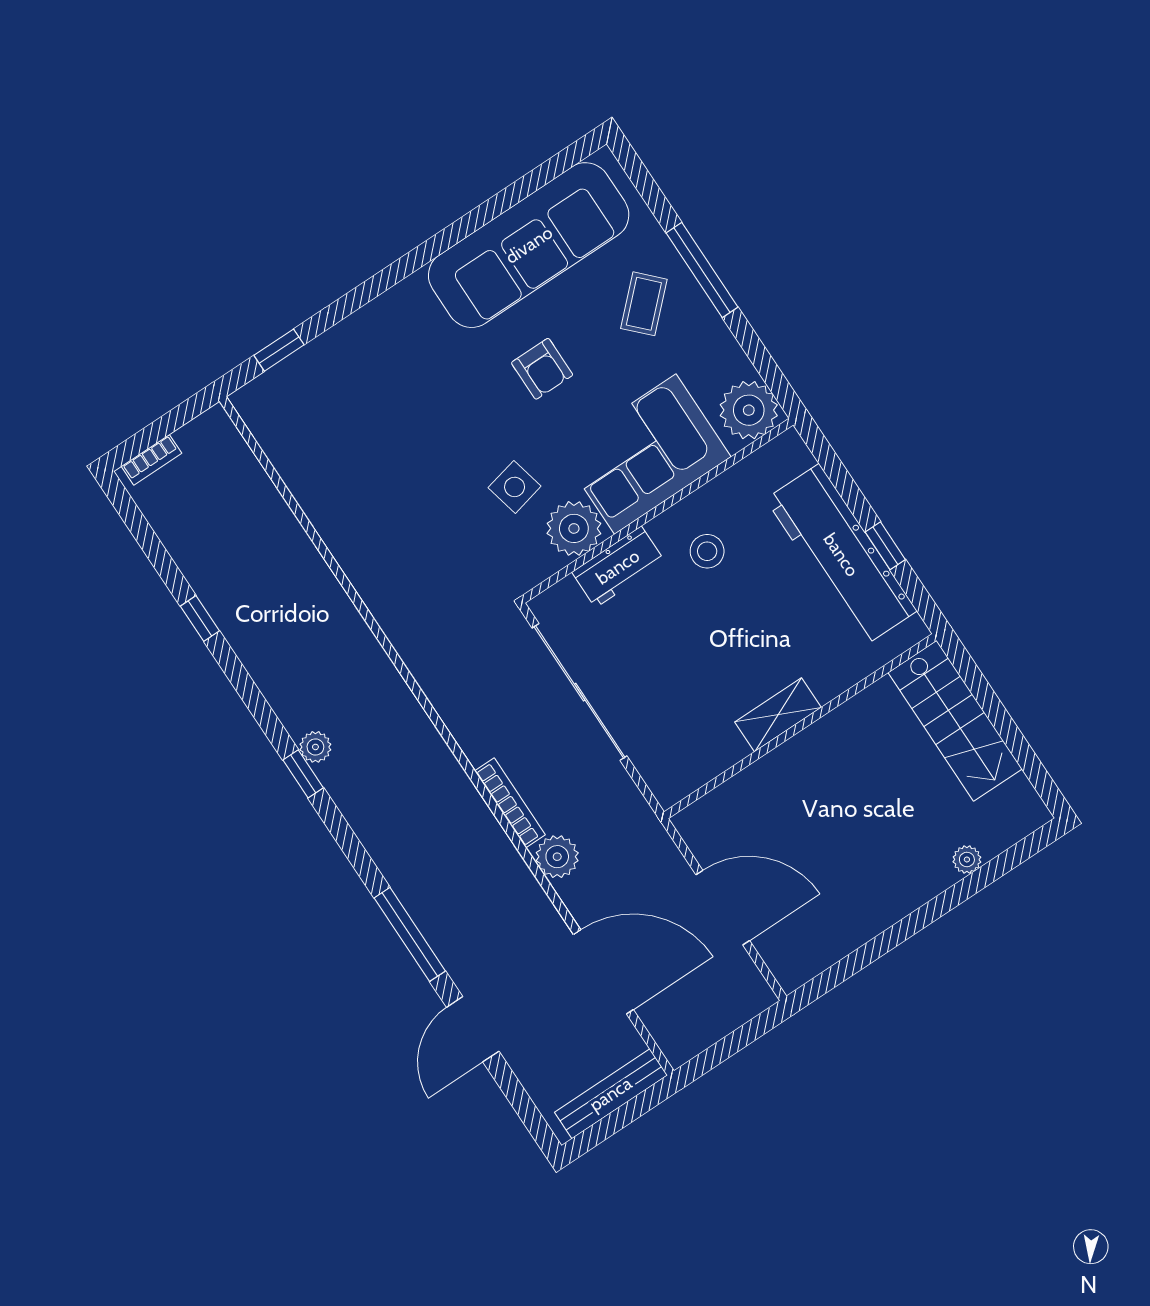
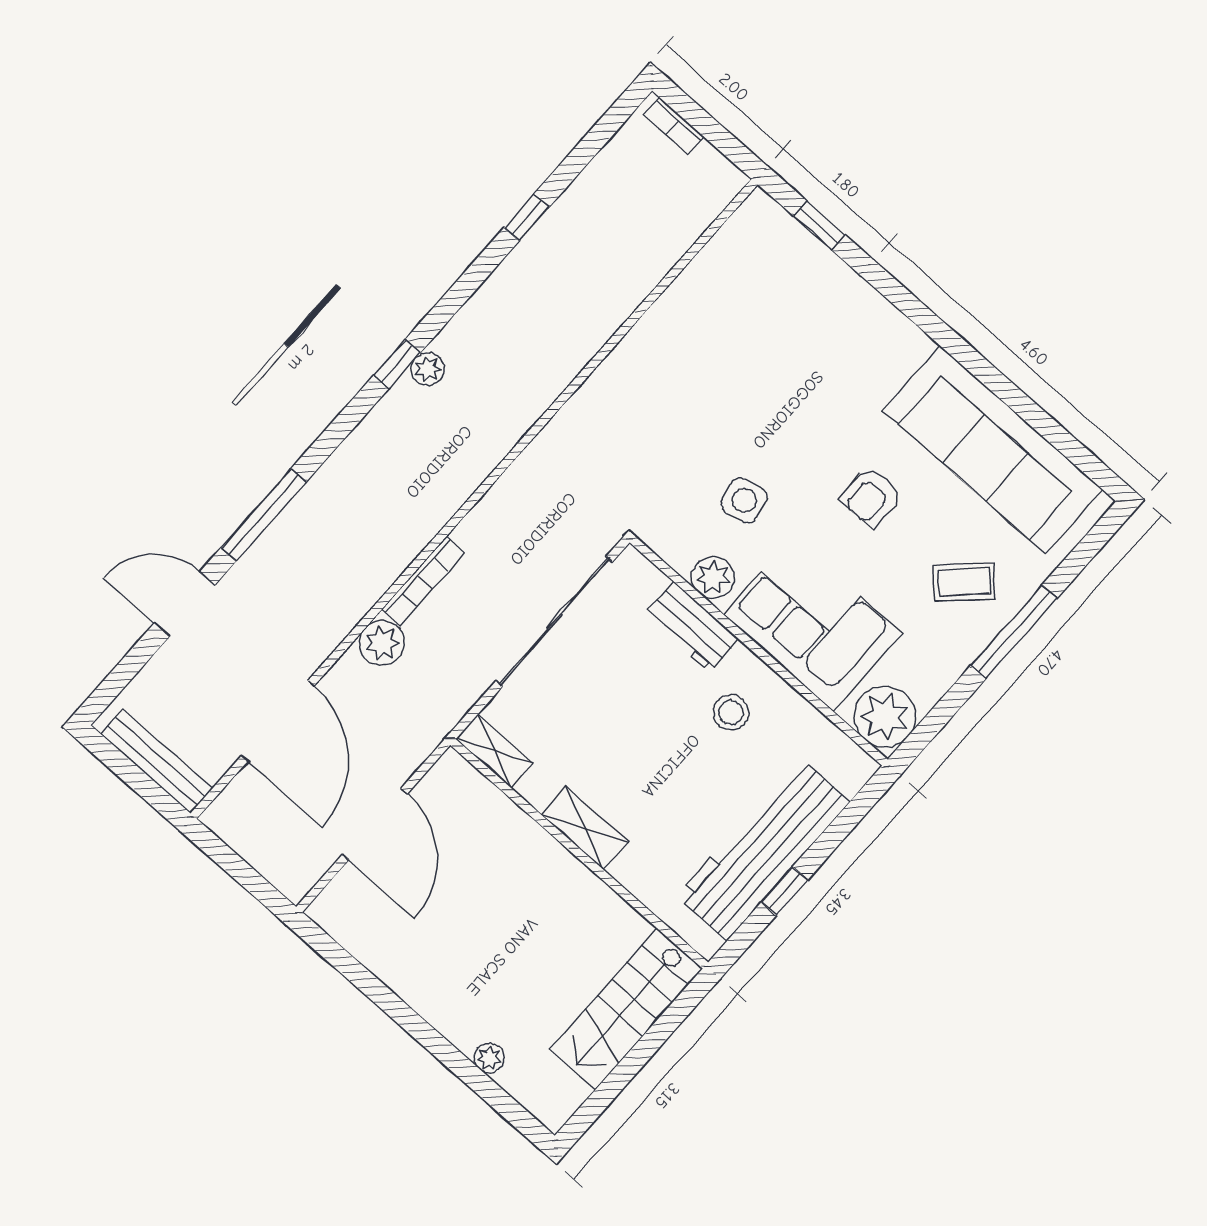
plant: (574, 528) -> (713, 577), width x0.73, depth x0.73
shelving: (685, 779) -> (494, 751), added

